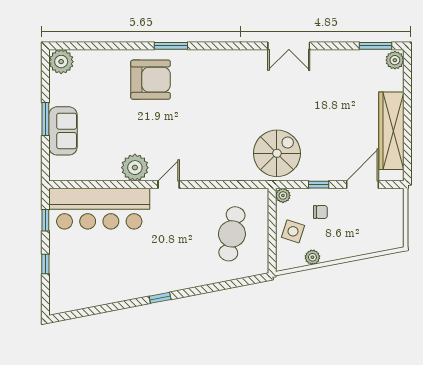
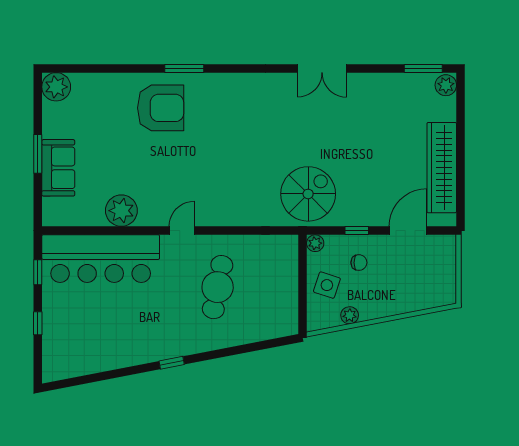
plant: (135, 168) -> (121, 211), moved
cafe table: (232, 234) -> (218, 287), moved

